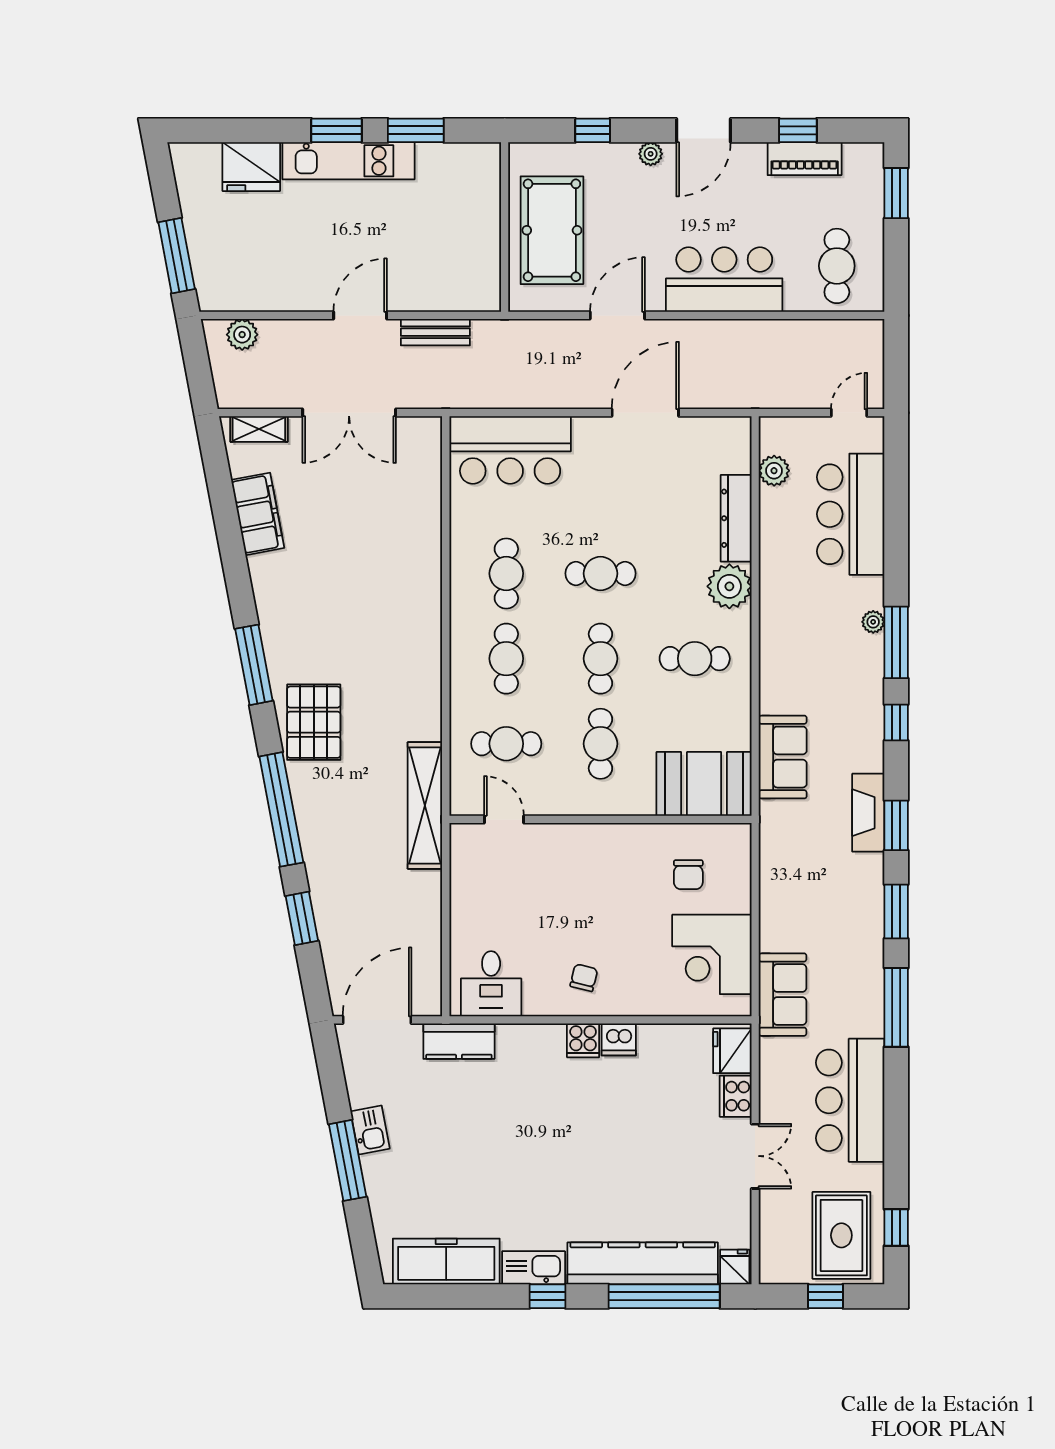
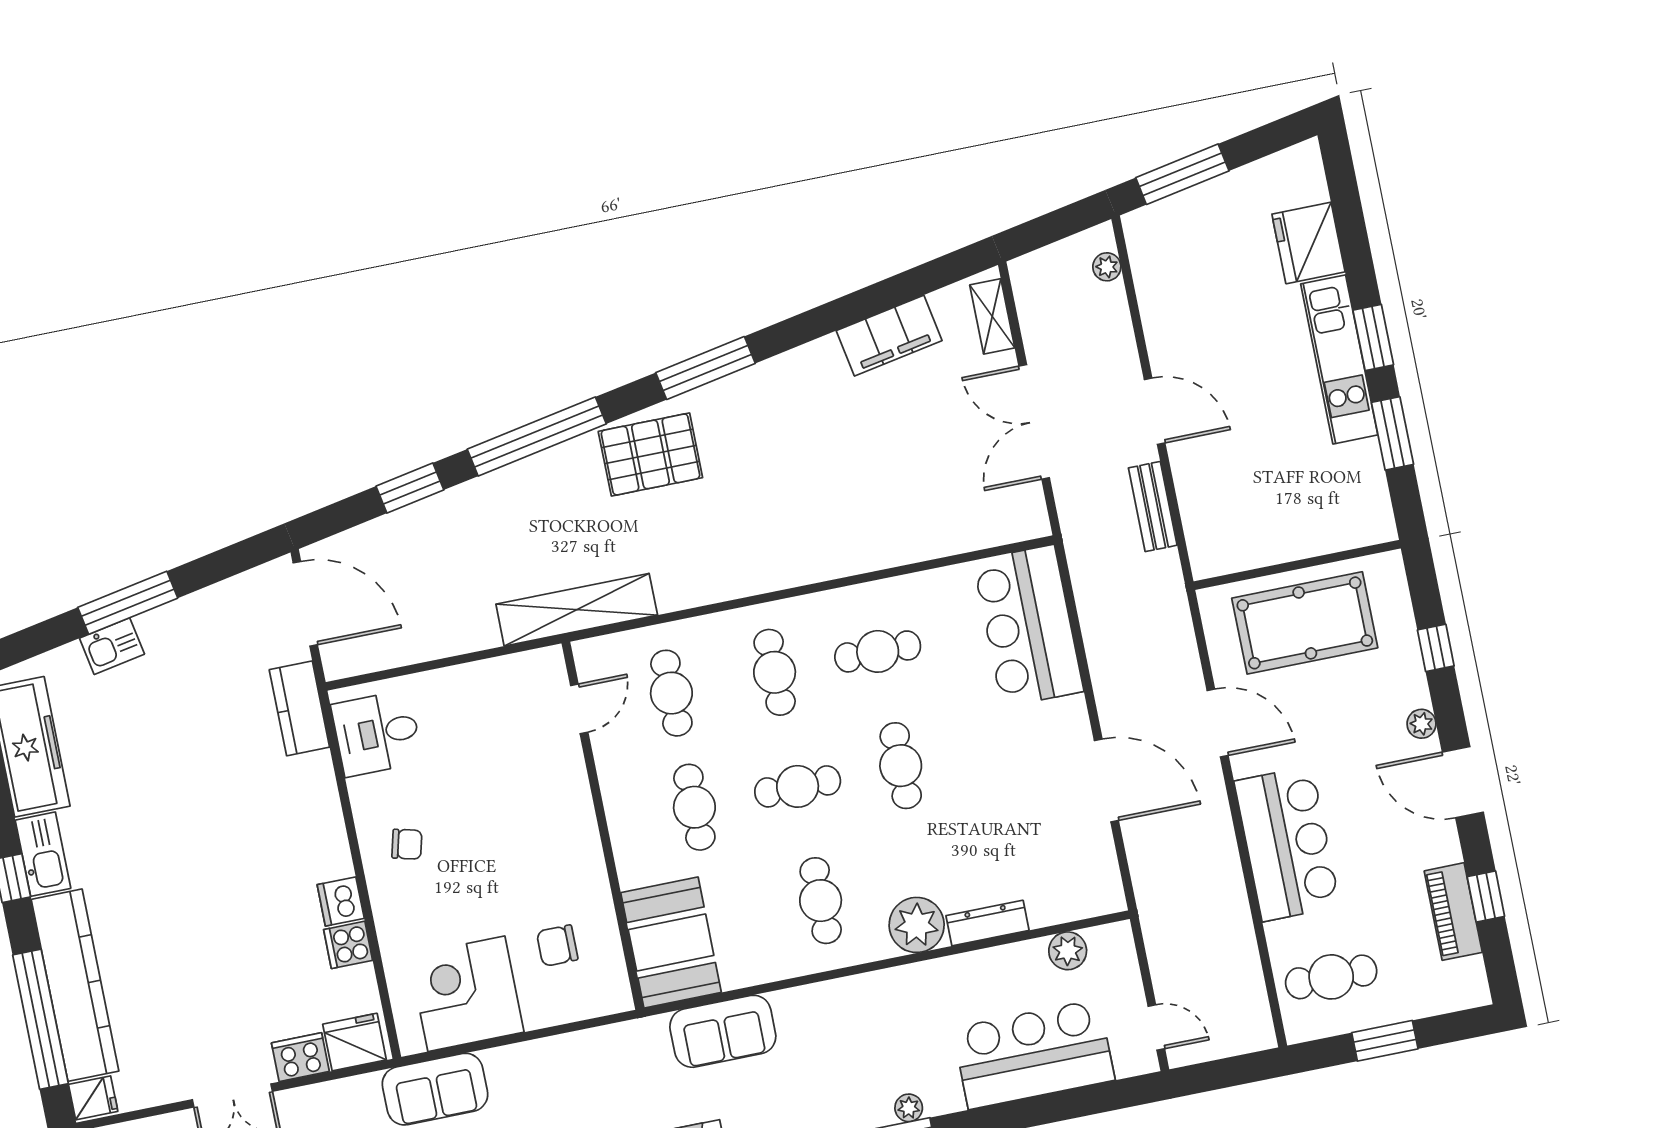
window: (896, 193) -> (1385, 1041), moved
plant: (242, 335) -> (1107, 267), width x0.73, depth x0.73
dresser: (736, 518) -> (987, 923), width x0.73, depth x0.80
cafe table: (506, 659) -> (775, 672), turned 90
cafe table: (600, 744) -> (694, 807), turned 90
cooker: (583, 1040) -> (348, 945), moved
kitchen sink: (370, 1130) -> (112, 646), moved

